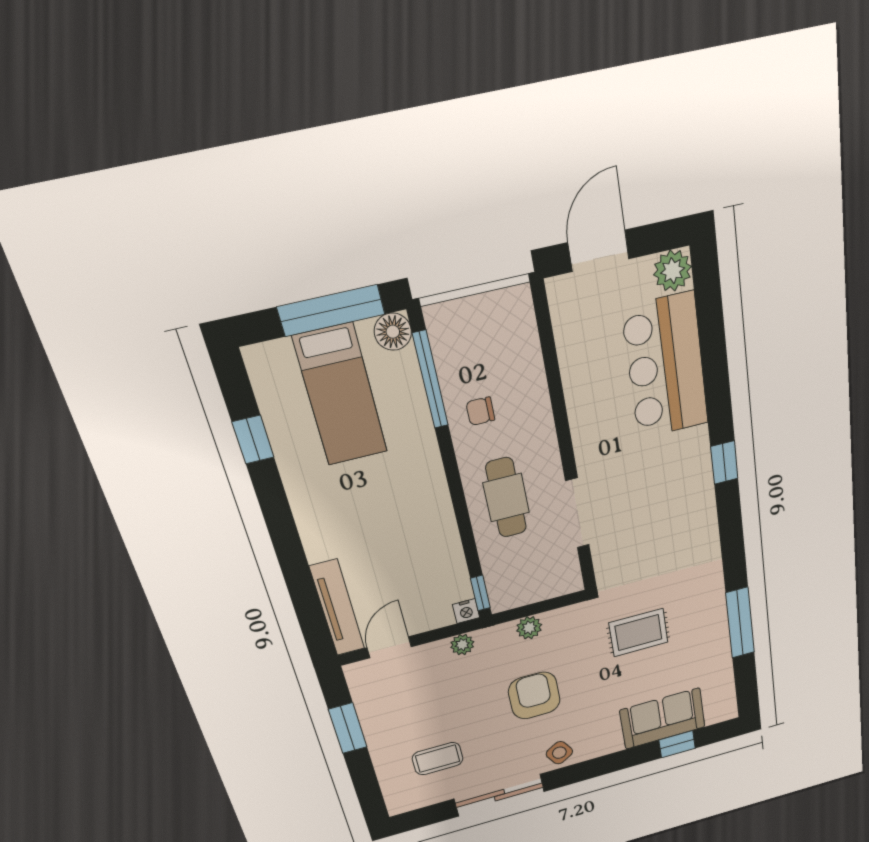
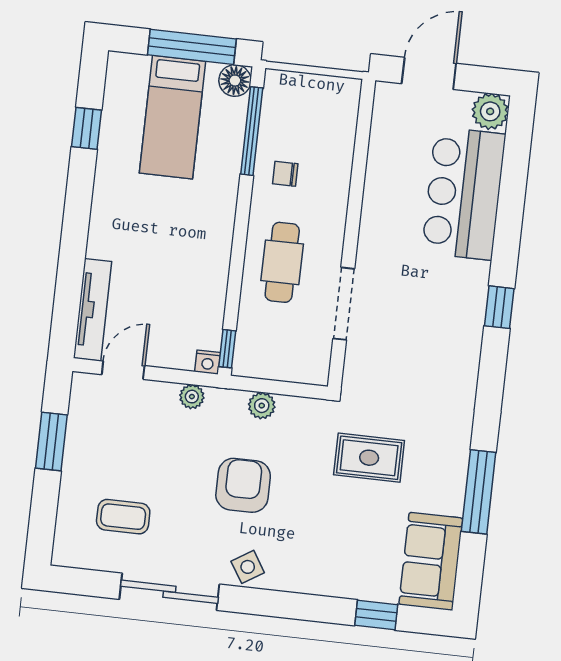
sofa: (663, 719) -> (431, 561), moved, turned -90

